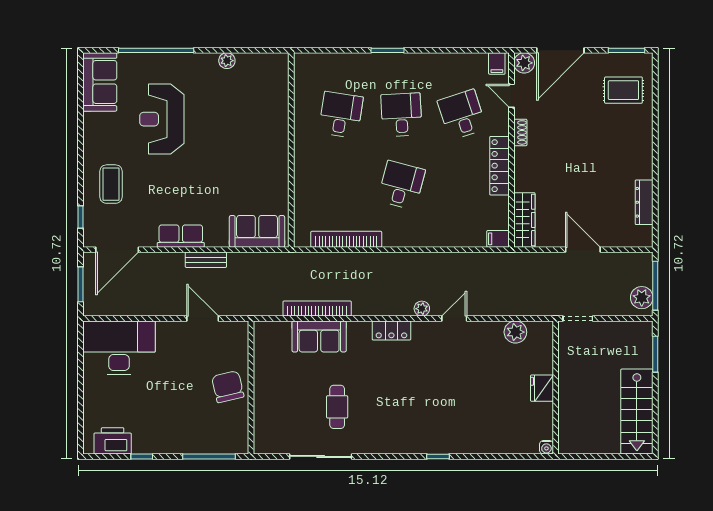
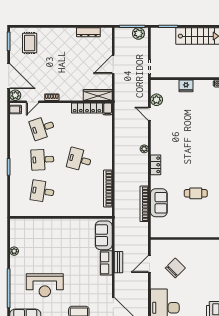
locker: (500, 166) -> (87, 108), moved
row of seats: (181, 236) -> (106, 263), moved
door: (454, 319) -> (149, 114), moved
chair: (228, 387) -> (175, 268), moved, turned 148

